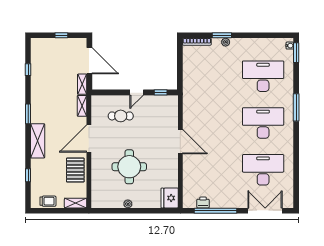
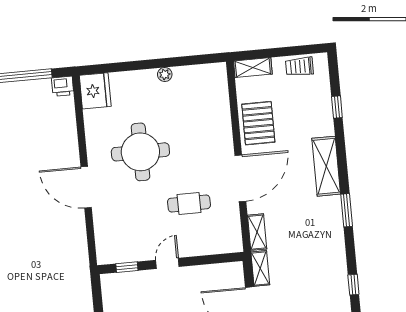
cafe table: (121, 116) -> (189, 203), moved
round table: (129, 167) -> (140, 152), moved
printer: (203, 202) -> (63, 86), moved

